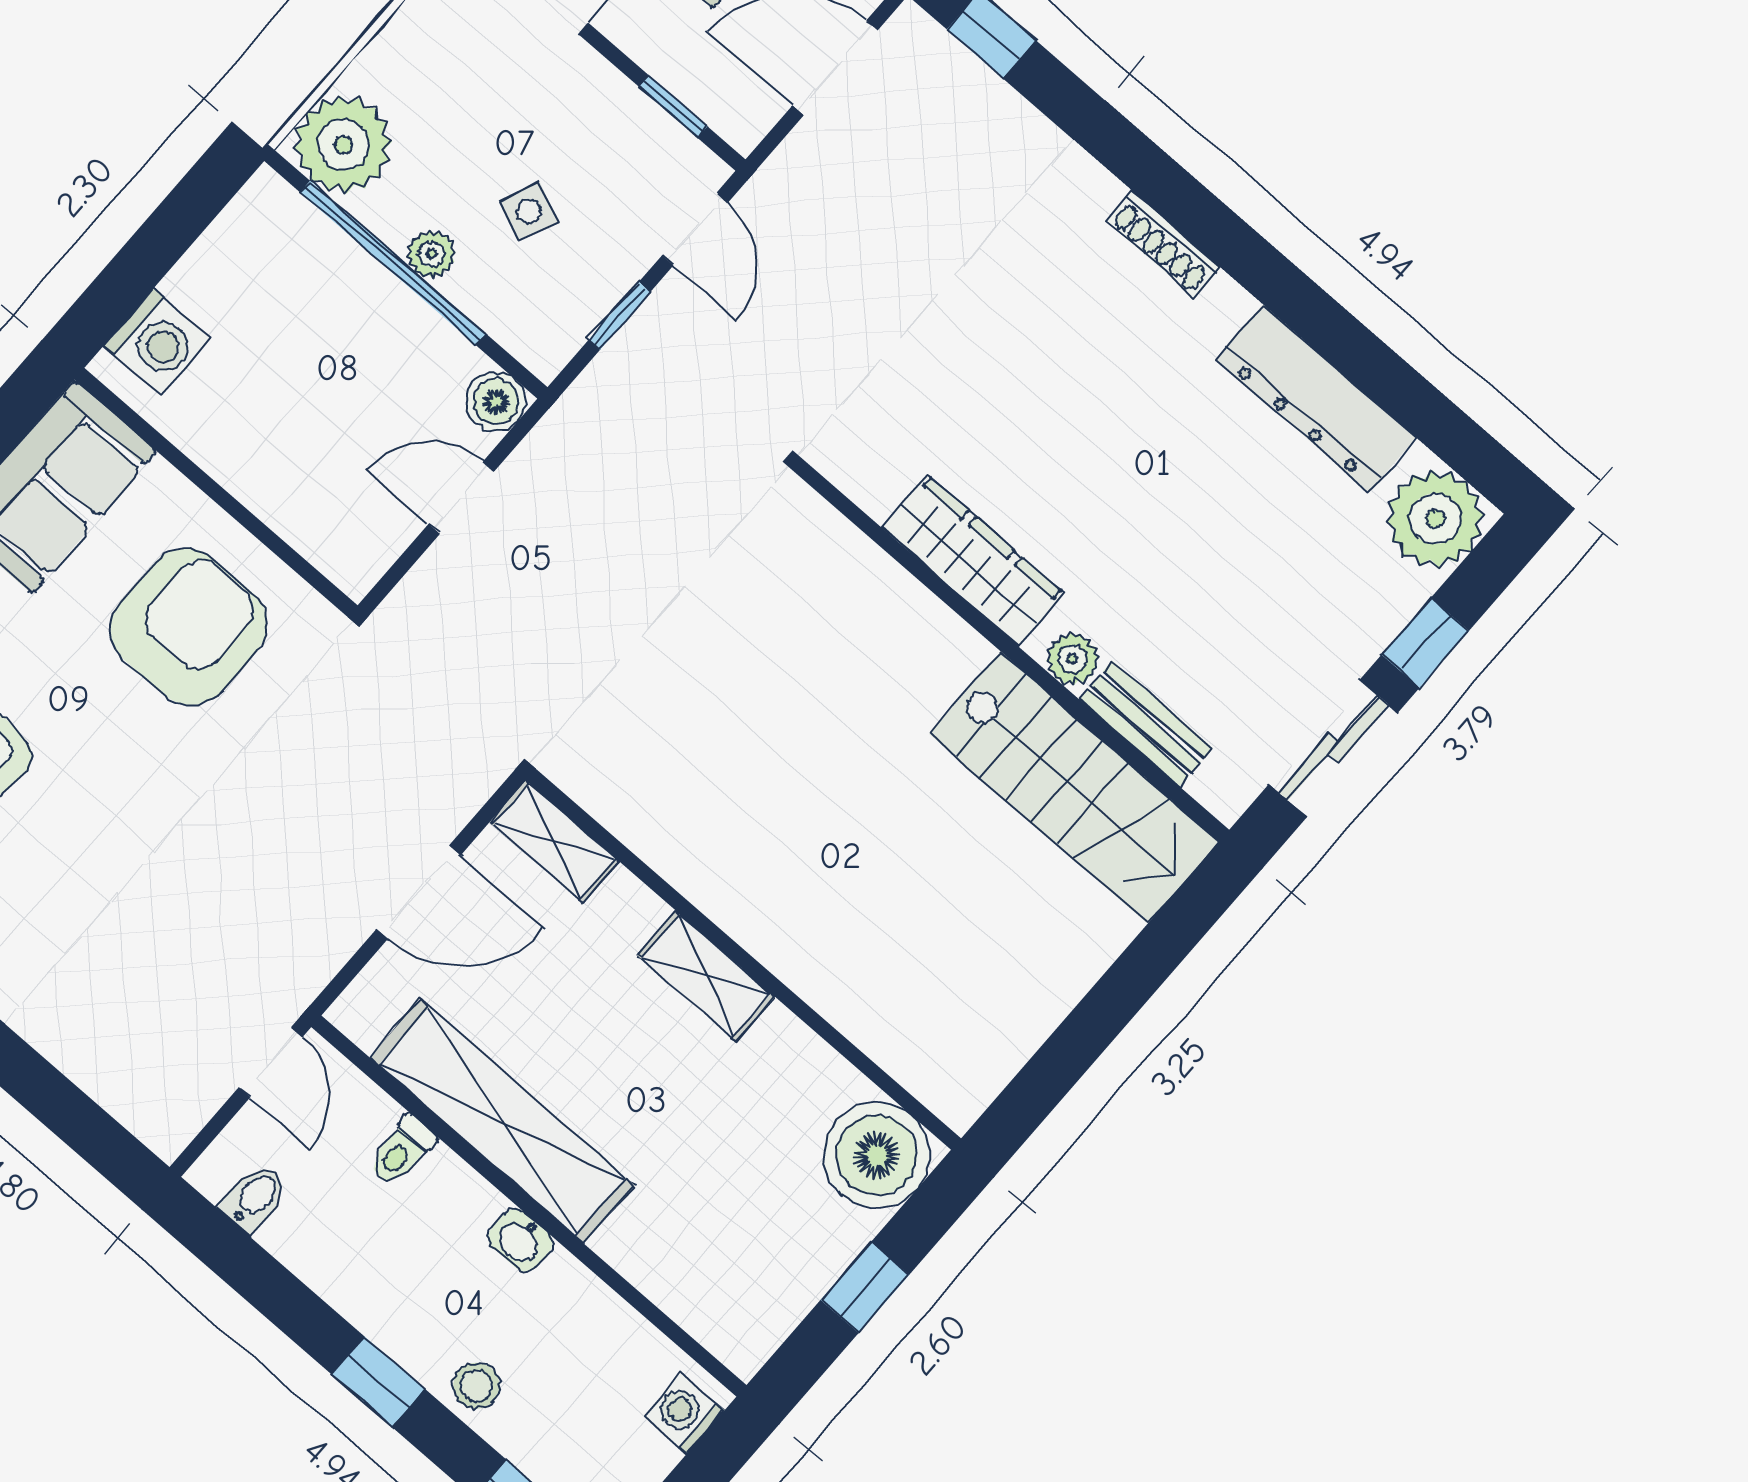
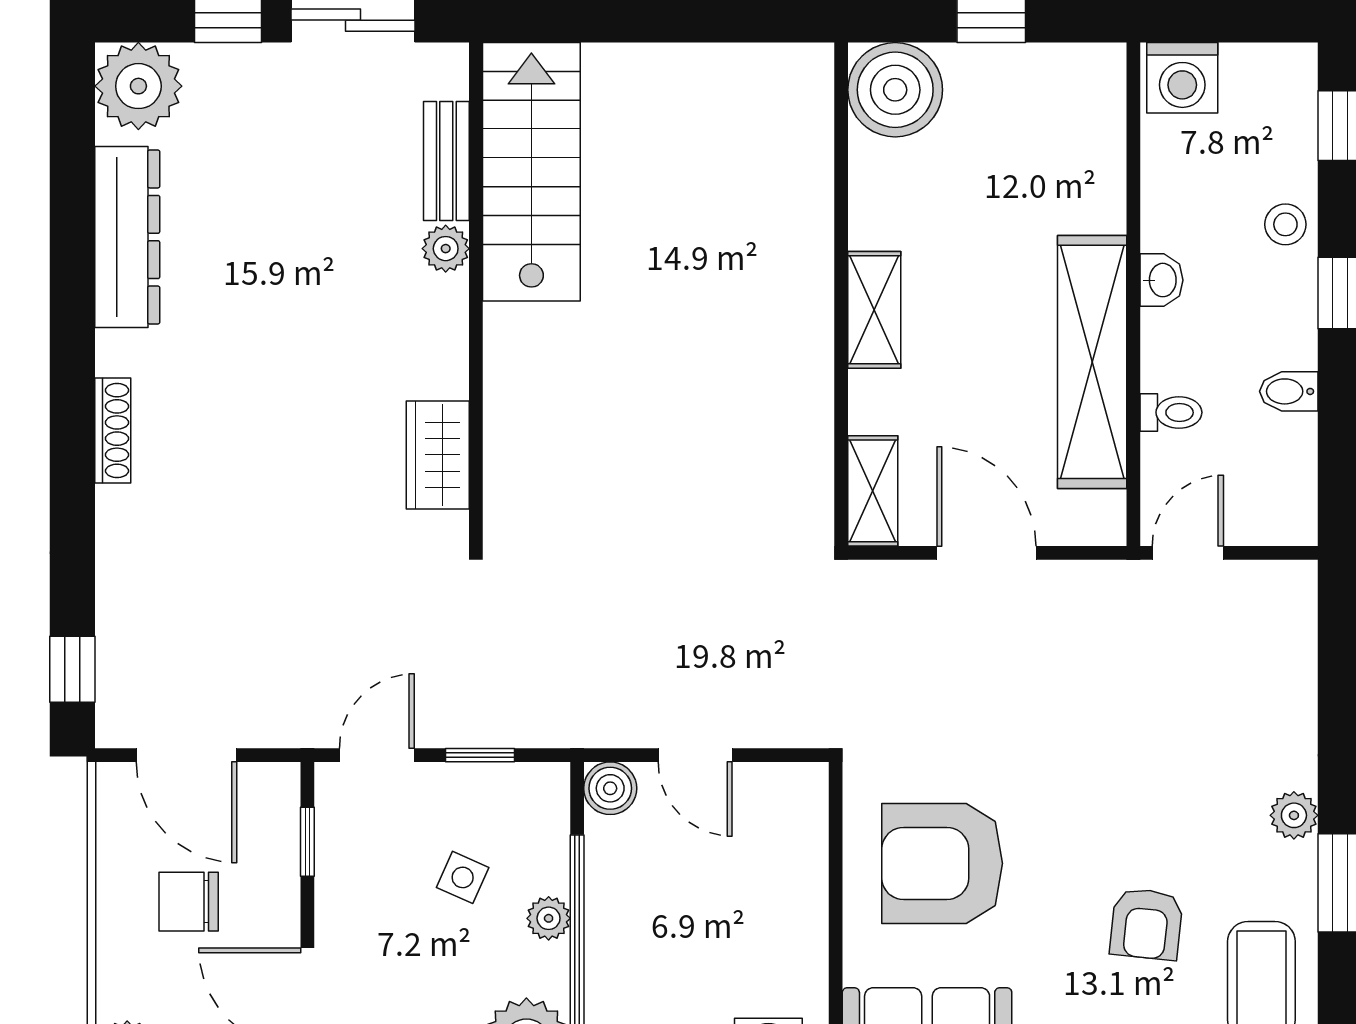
wardrobe: (973, 560) -> (438, 455), moved, width x0.67
bidet: (255, 1198) -> (1289, 391), moved
washing machine: (684, 1413) -> (1182, 78), width x1.38, depth x1.38

